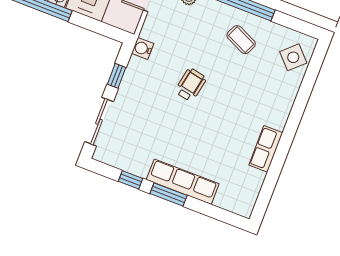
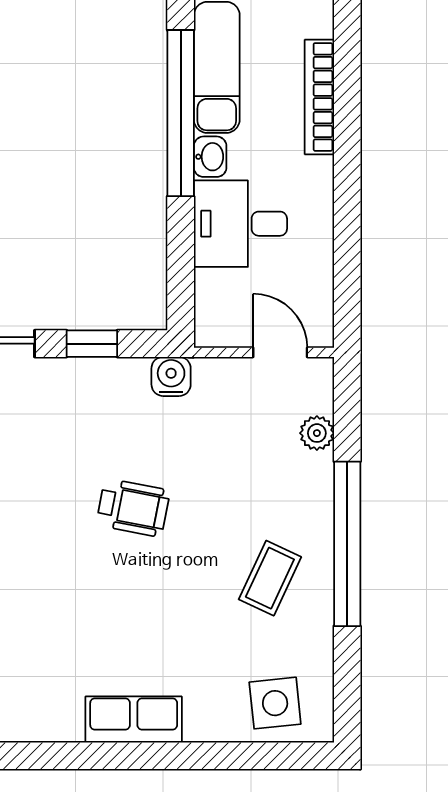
side table: (293, 57) -> (275, 703), turned 37
row of seats: (266, 149) -> (134, 720), moved

